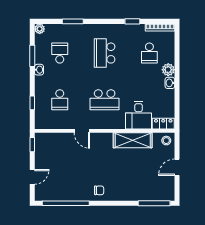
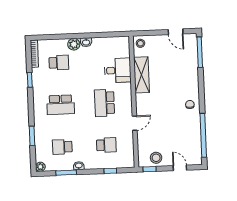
school desk: (105, 100) -> (105, 103), turned 180
locker: (163, 124) -> (125, 47), removed
stool: (44, 152) -> (156, 158), added
door: (177, 167) -> (176, 32), moved

